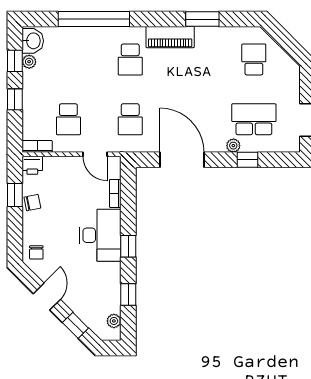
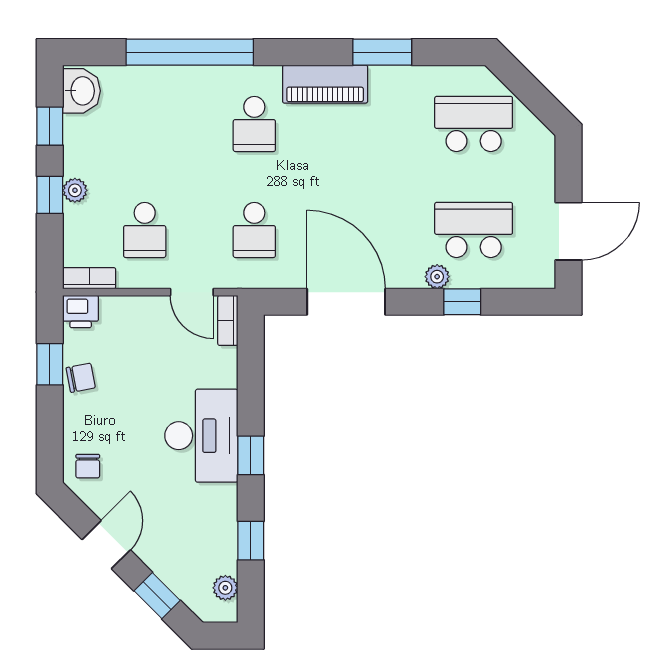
school desk: (254, 59) -> (474, 124), width x1.85
plant: (29, 62) -> (75, 190), moved
bookcase: (115, 193) -> (228, 320), moved

